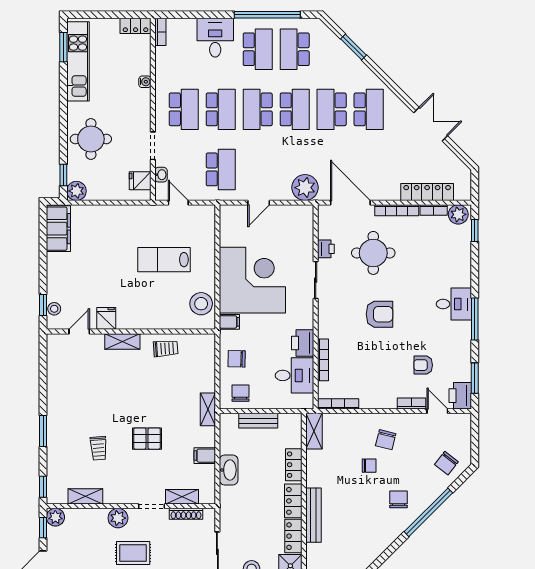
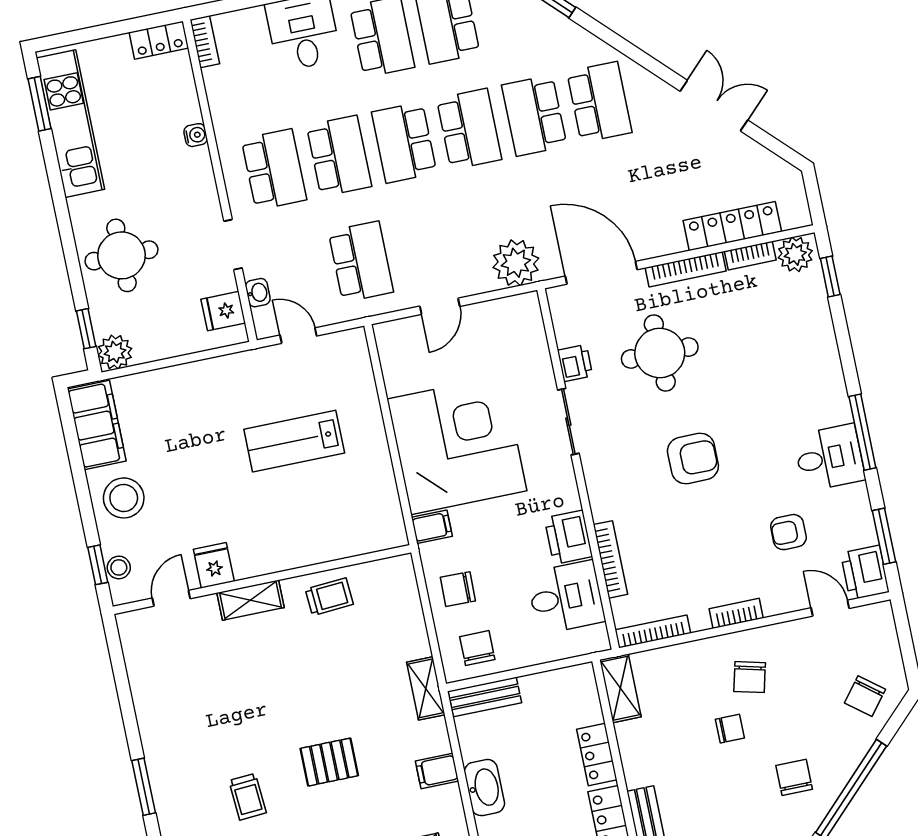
stool: (201, 304) -> (124, 498), moved
desk: (454, 304) -> (829, 458), moved
bookcase: (411, 403) -> (736, 613), moved
bench: (258, 421) -> (485, 697), moved

